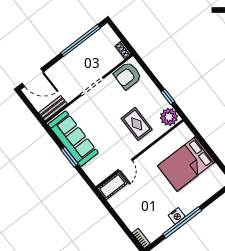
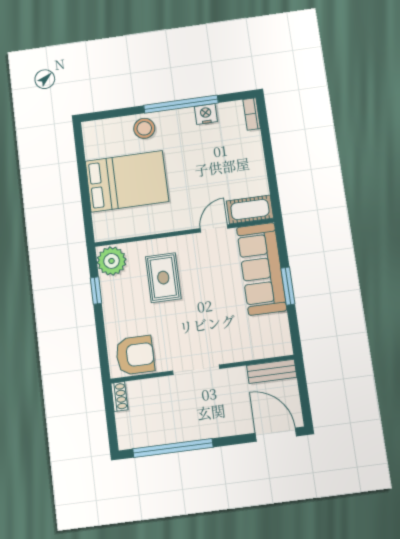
sofa: (73, 139) -> (262, 269), moved
stool: (194, 198) -> (144, 128), added
nightstand: (177, 216) -> (206, 114), moved

